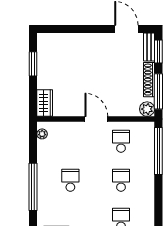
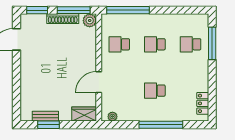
bench: (149, 47) -> (45, 116), moved
door: (96, 119) -> (99, 82), moved

